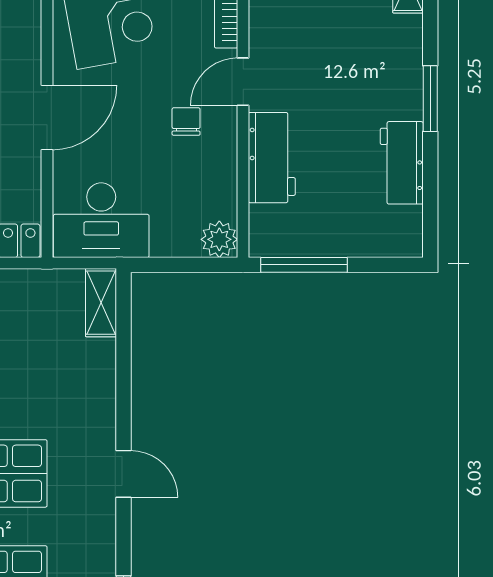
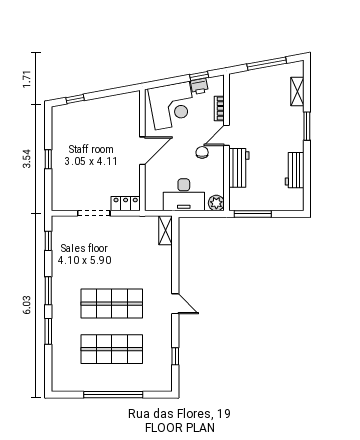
window: (430, 99) -> (307, 126), moved
desk: (101, 220) -> (184, 195), moved

